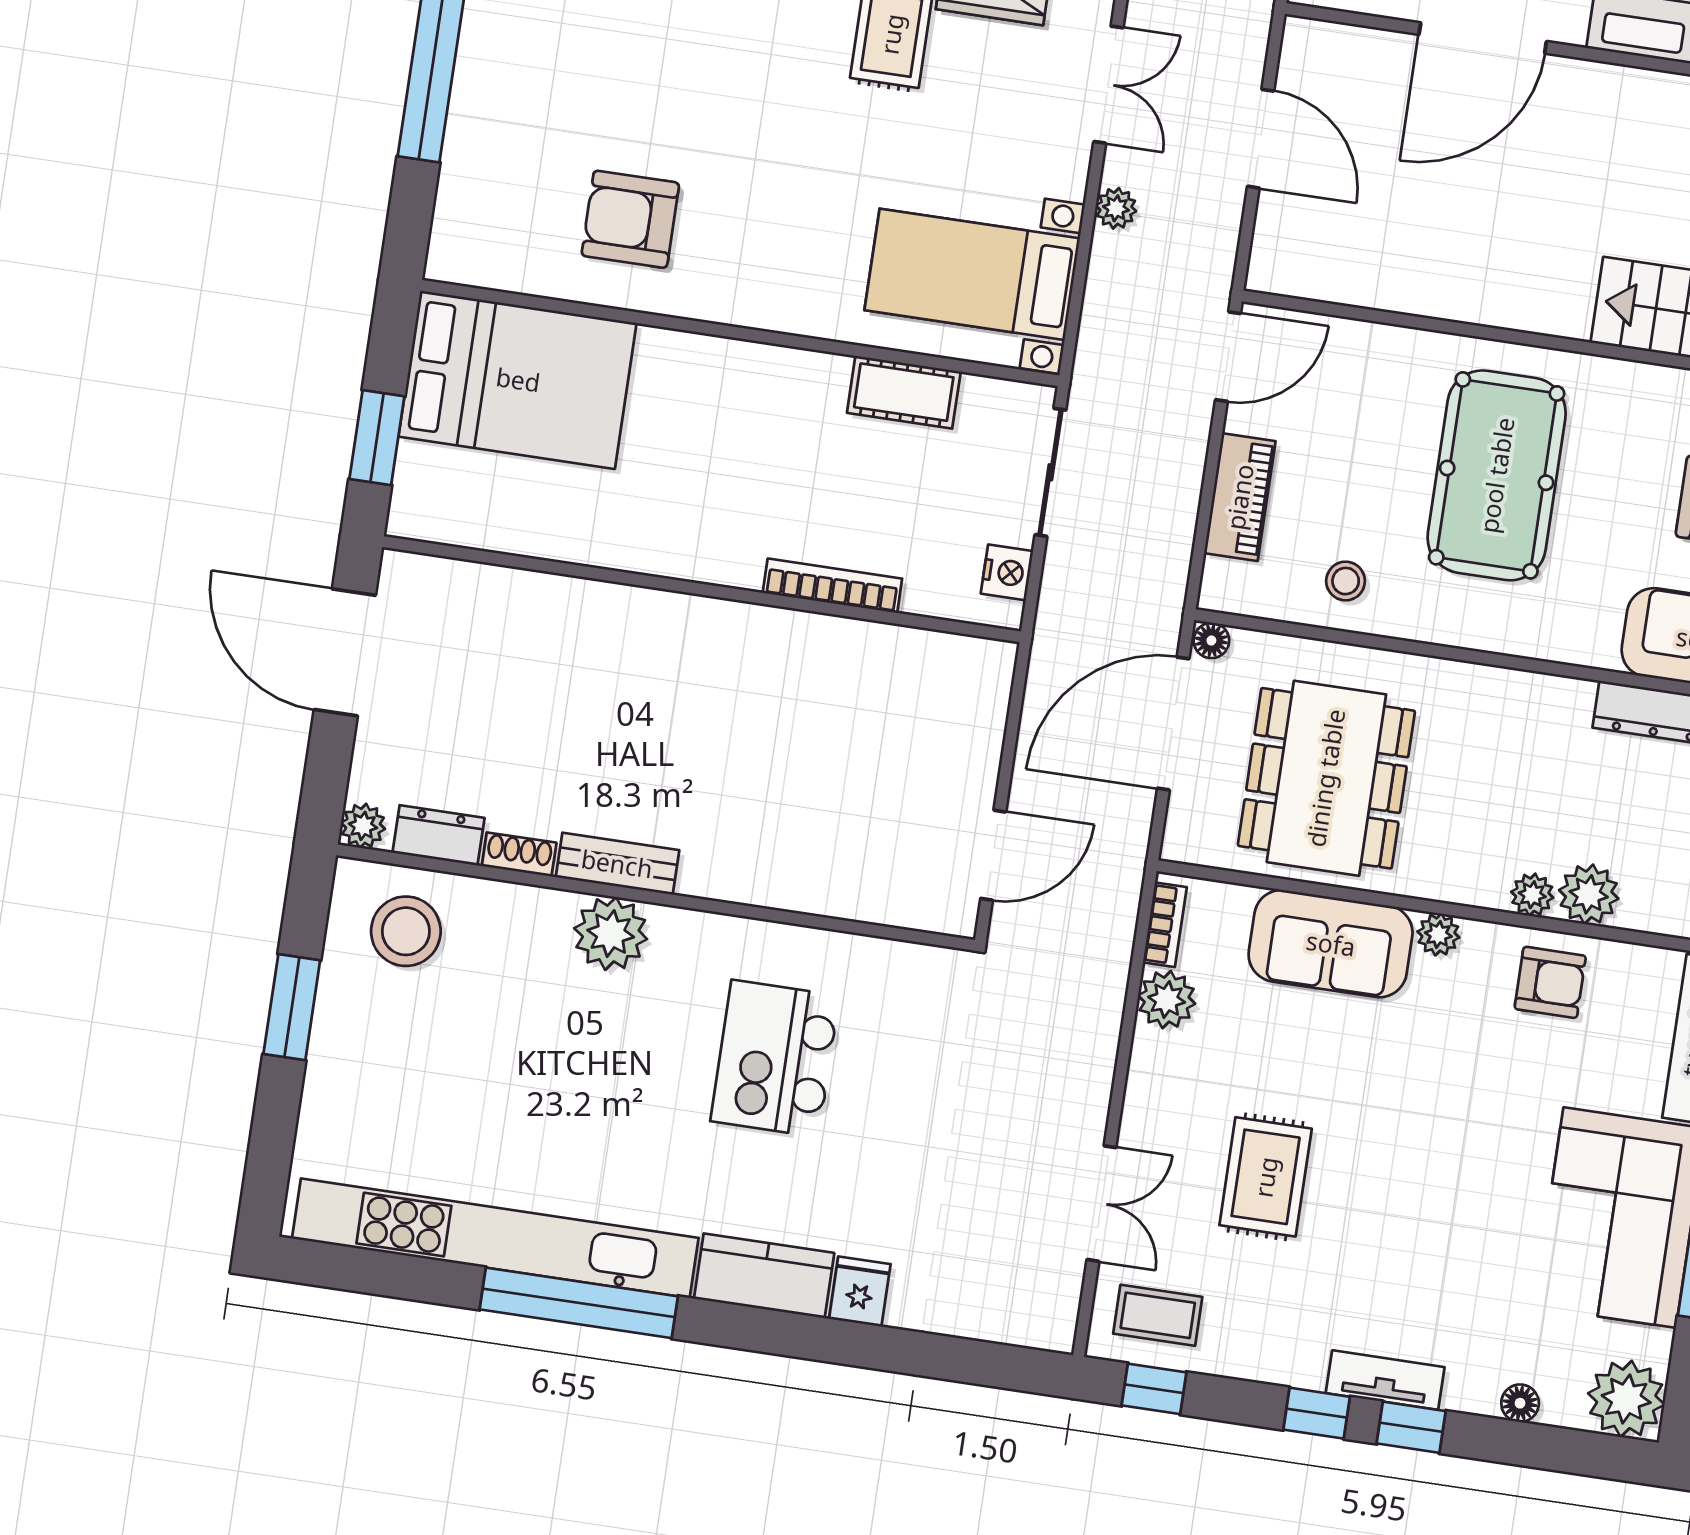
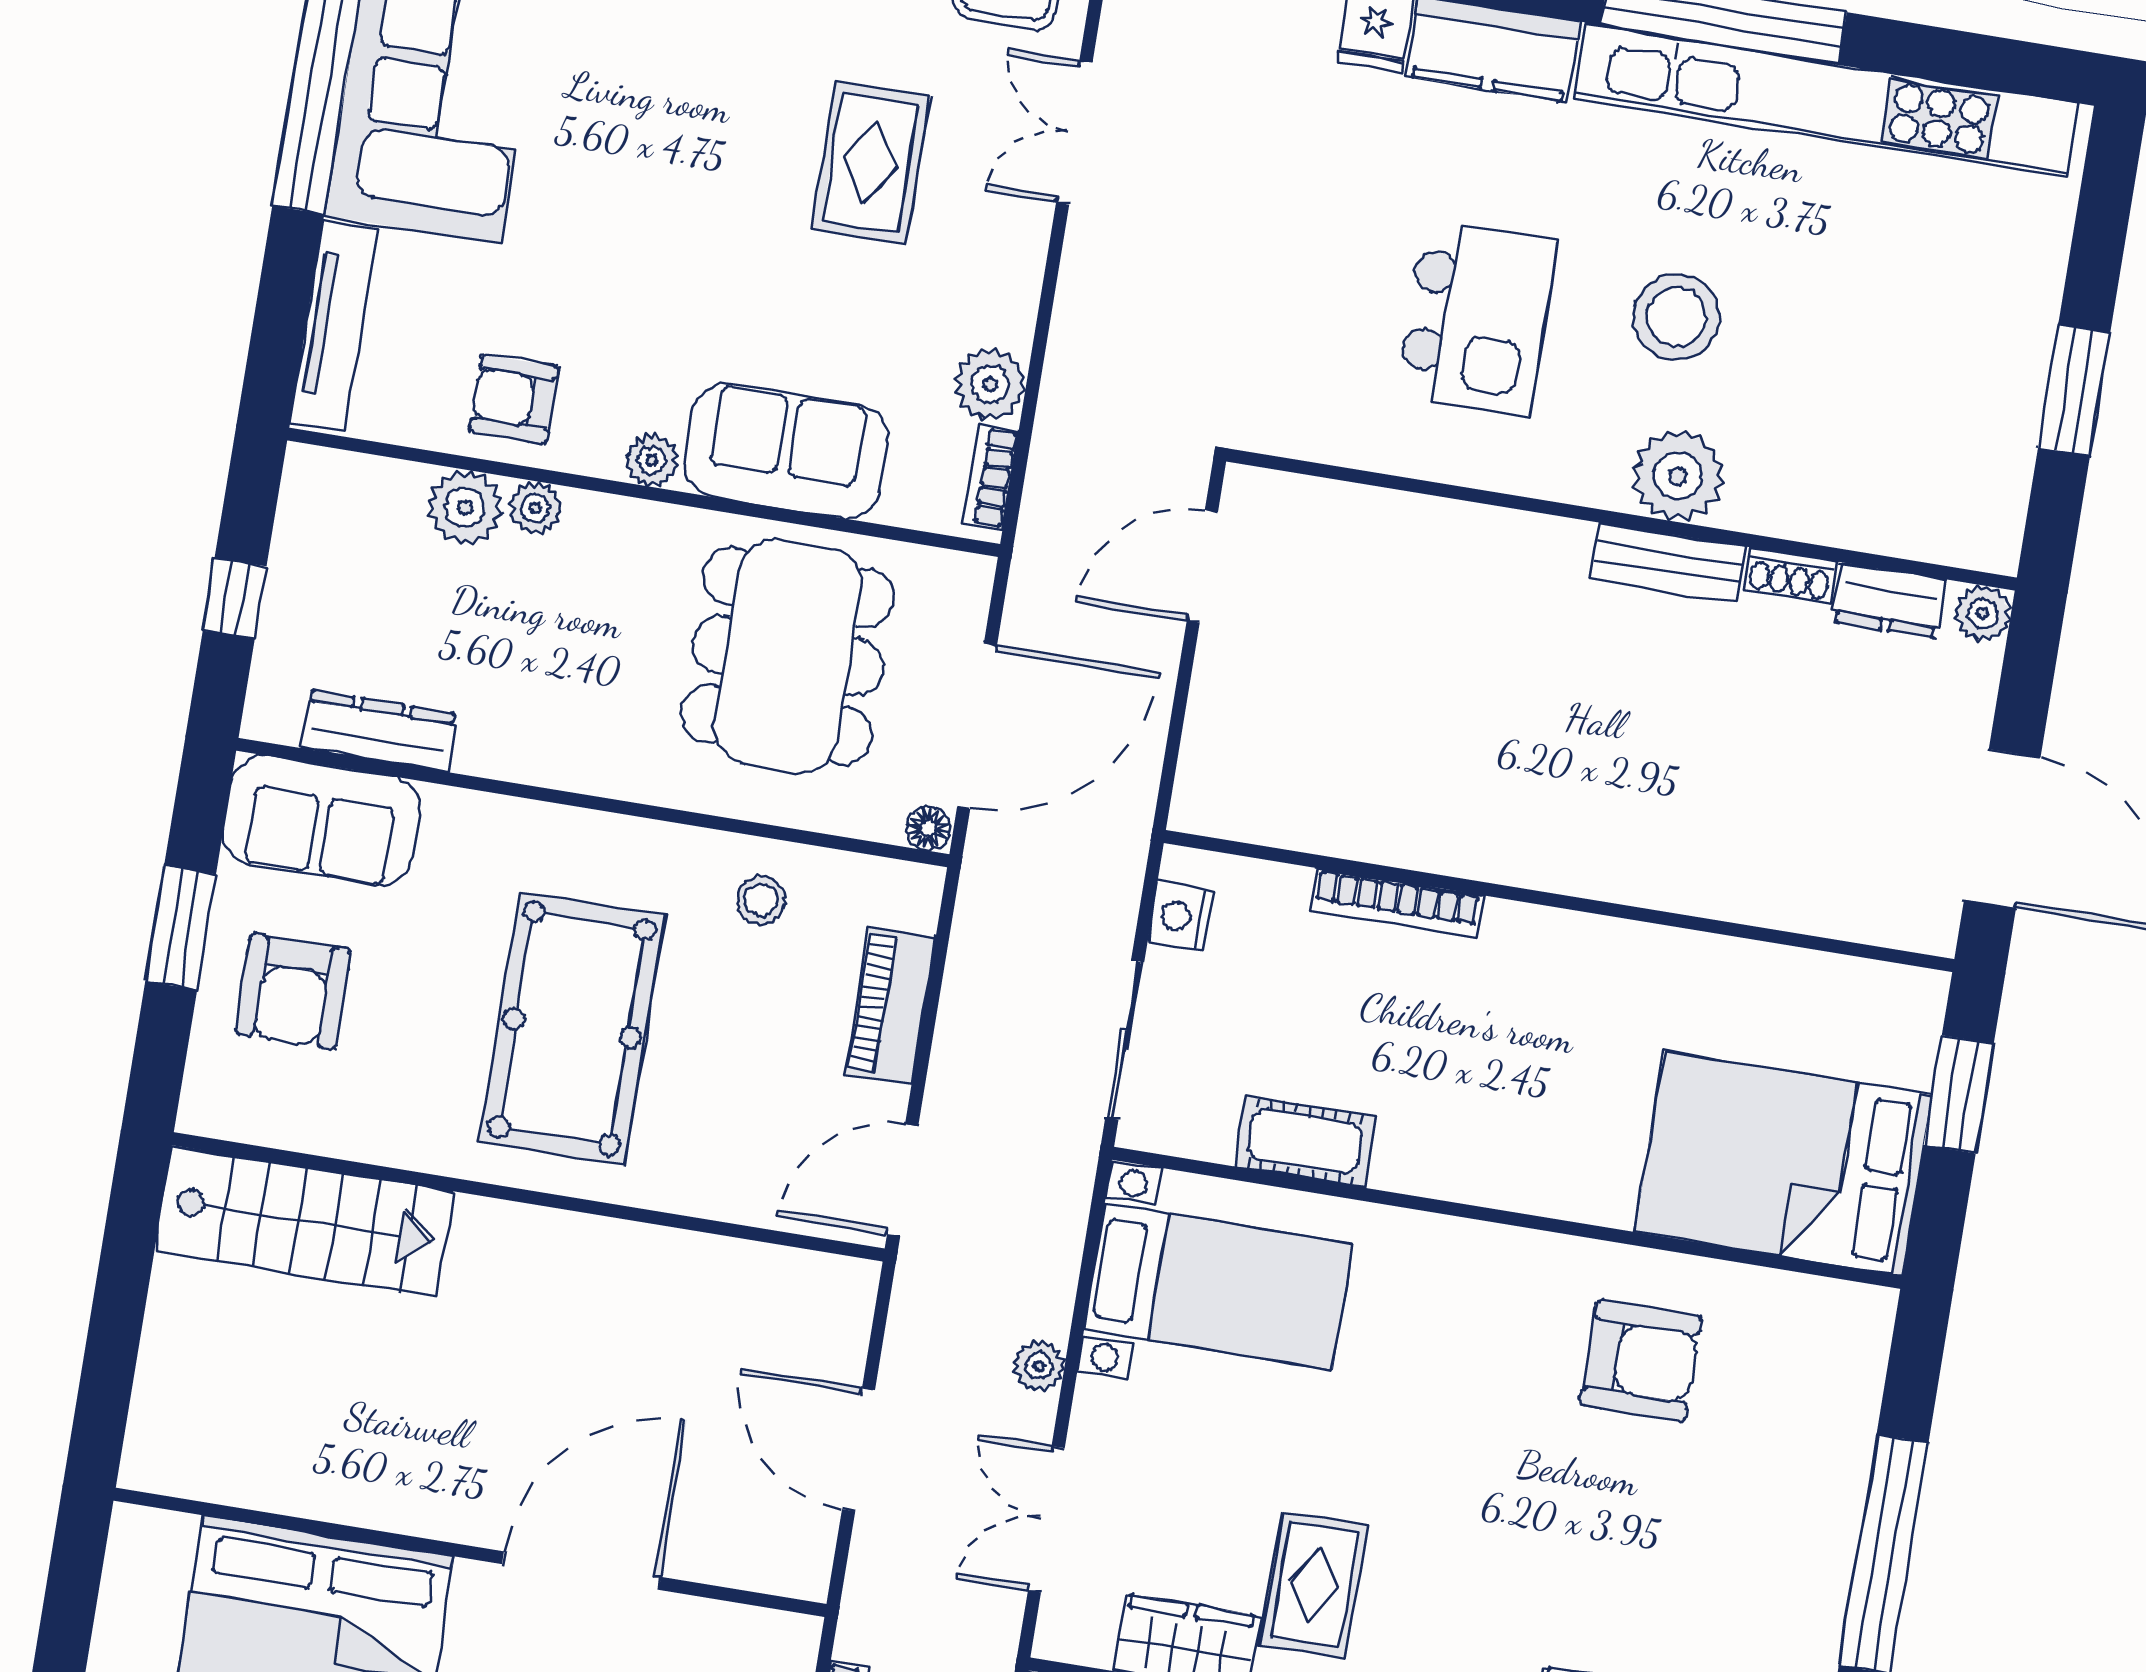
stool: (406, 931) -> (1676, 317), moved

